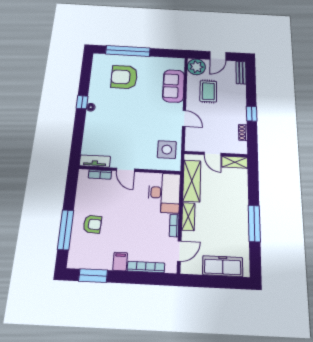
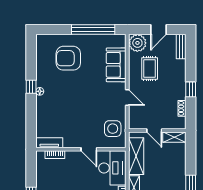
window: (128, 51) -> (93, 30), moved
door: (125, 170) -> (89, 149), moved

